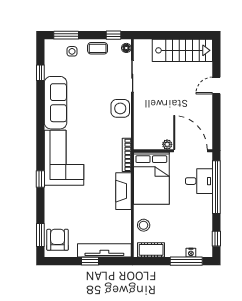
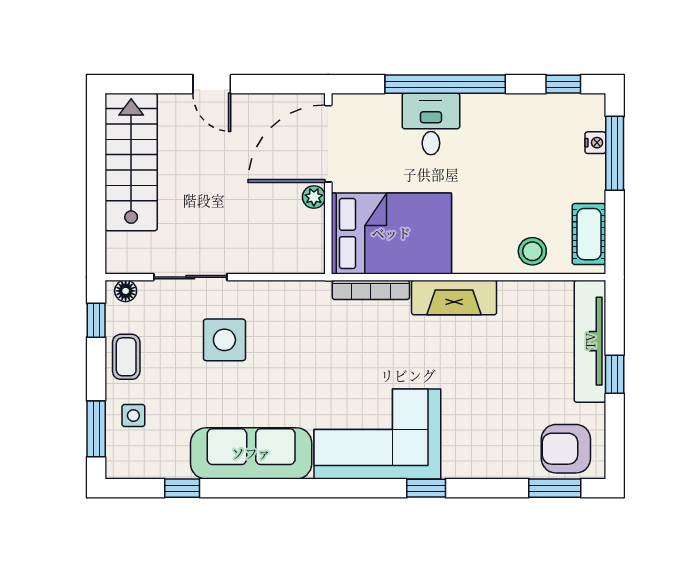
side table: (120, 108) -> (224, 340), moved
plant: (167, 144) -> (314, 197), moved
wall: (173, 151) -> (328, 184), moved
door: (190, 151) -> (328, 144), moved
bed: (151, 178) -> (391, 233), moved

